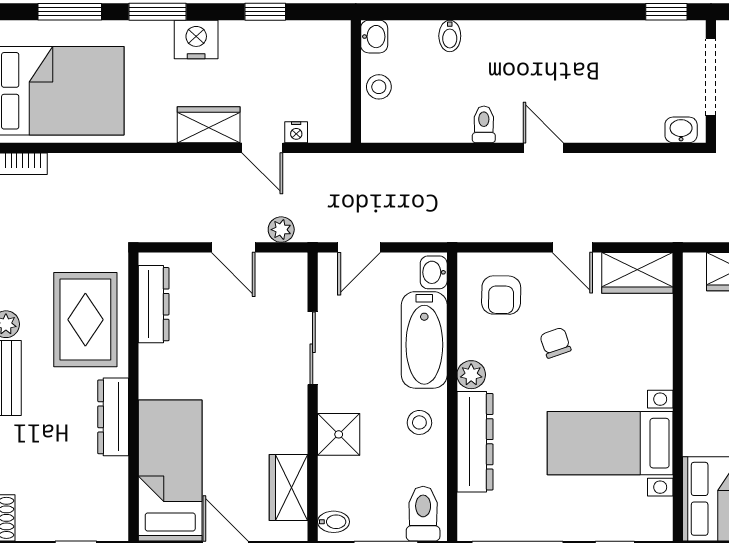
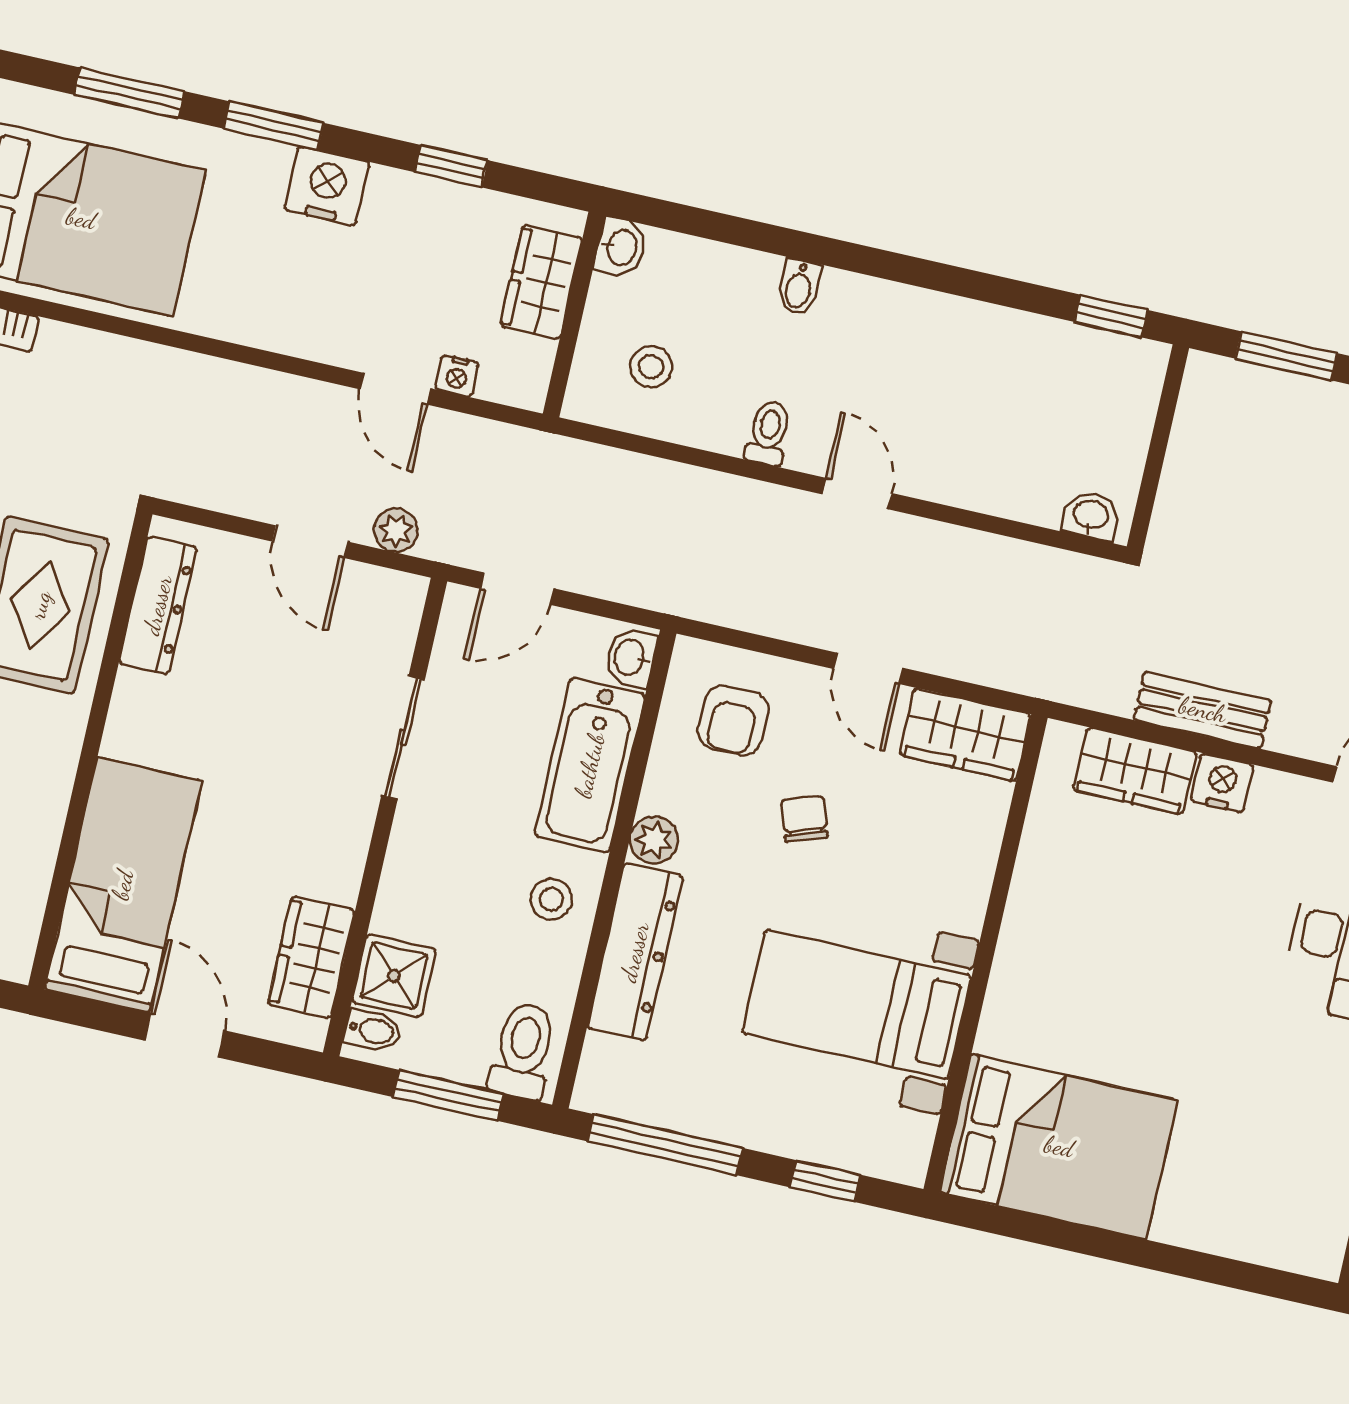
bidet: (450, 36) -> (799, 287), moved
doorway: (711, 77) -> (1160, 440), removed
stool: (379, 87) -> (651, 367), moved
wardrobe: (209, 125) -> (541, 282), moved, turned -90
dresser: (113, 417) -> (49, 776), removed
shower: (339, 434) -> (394, 976), moved

